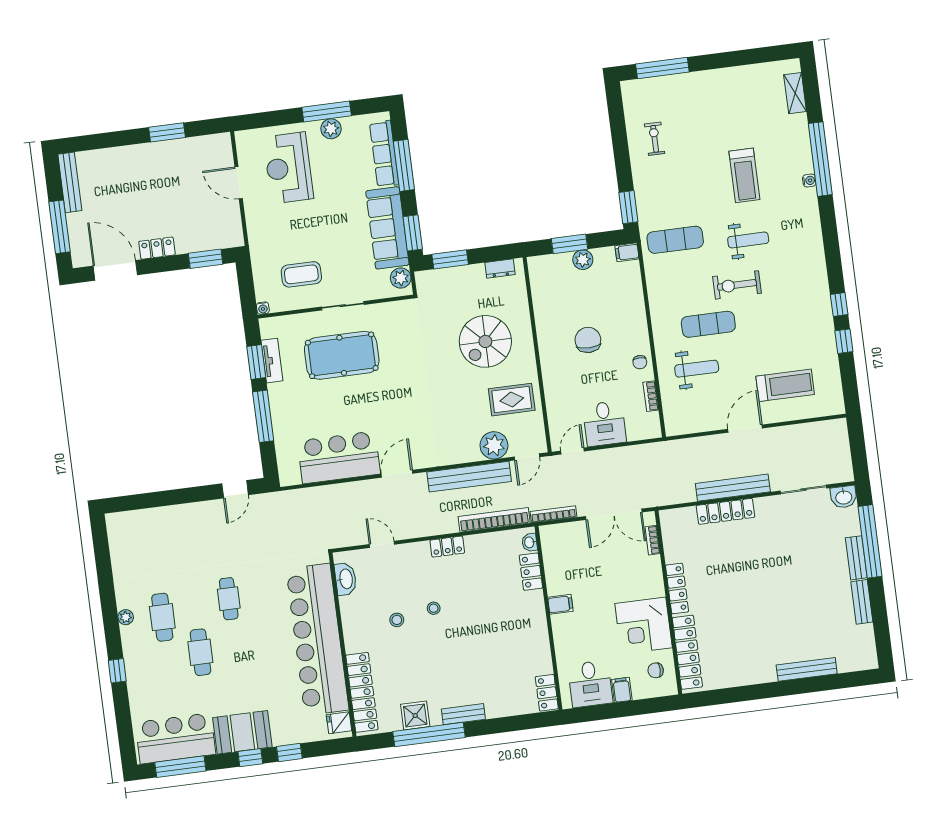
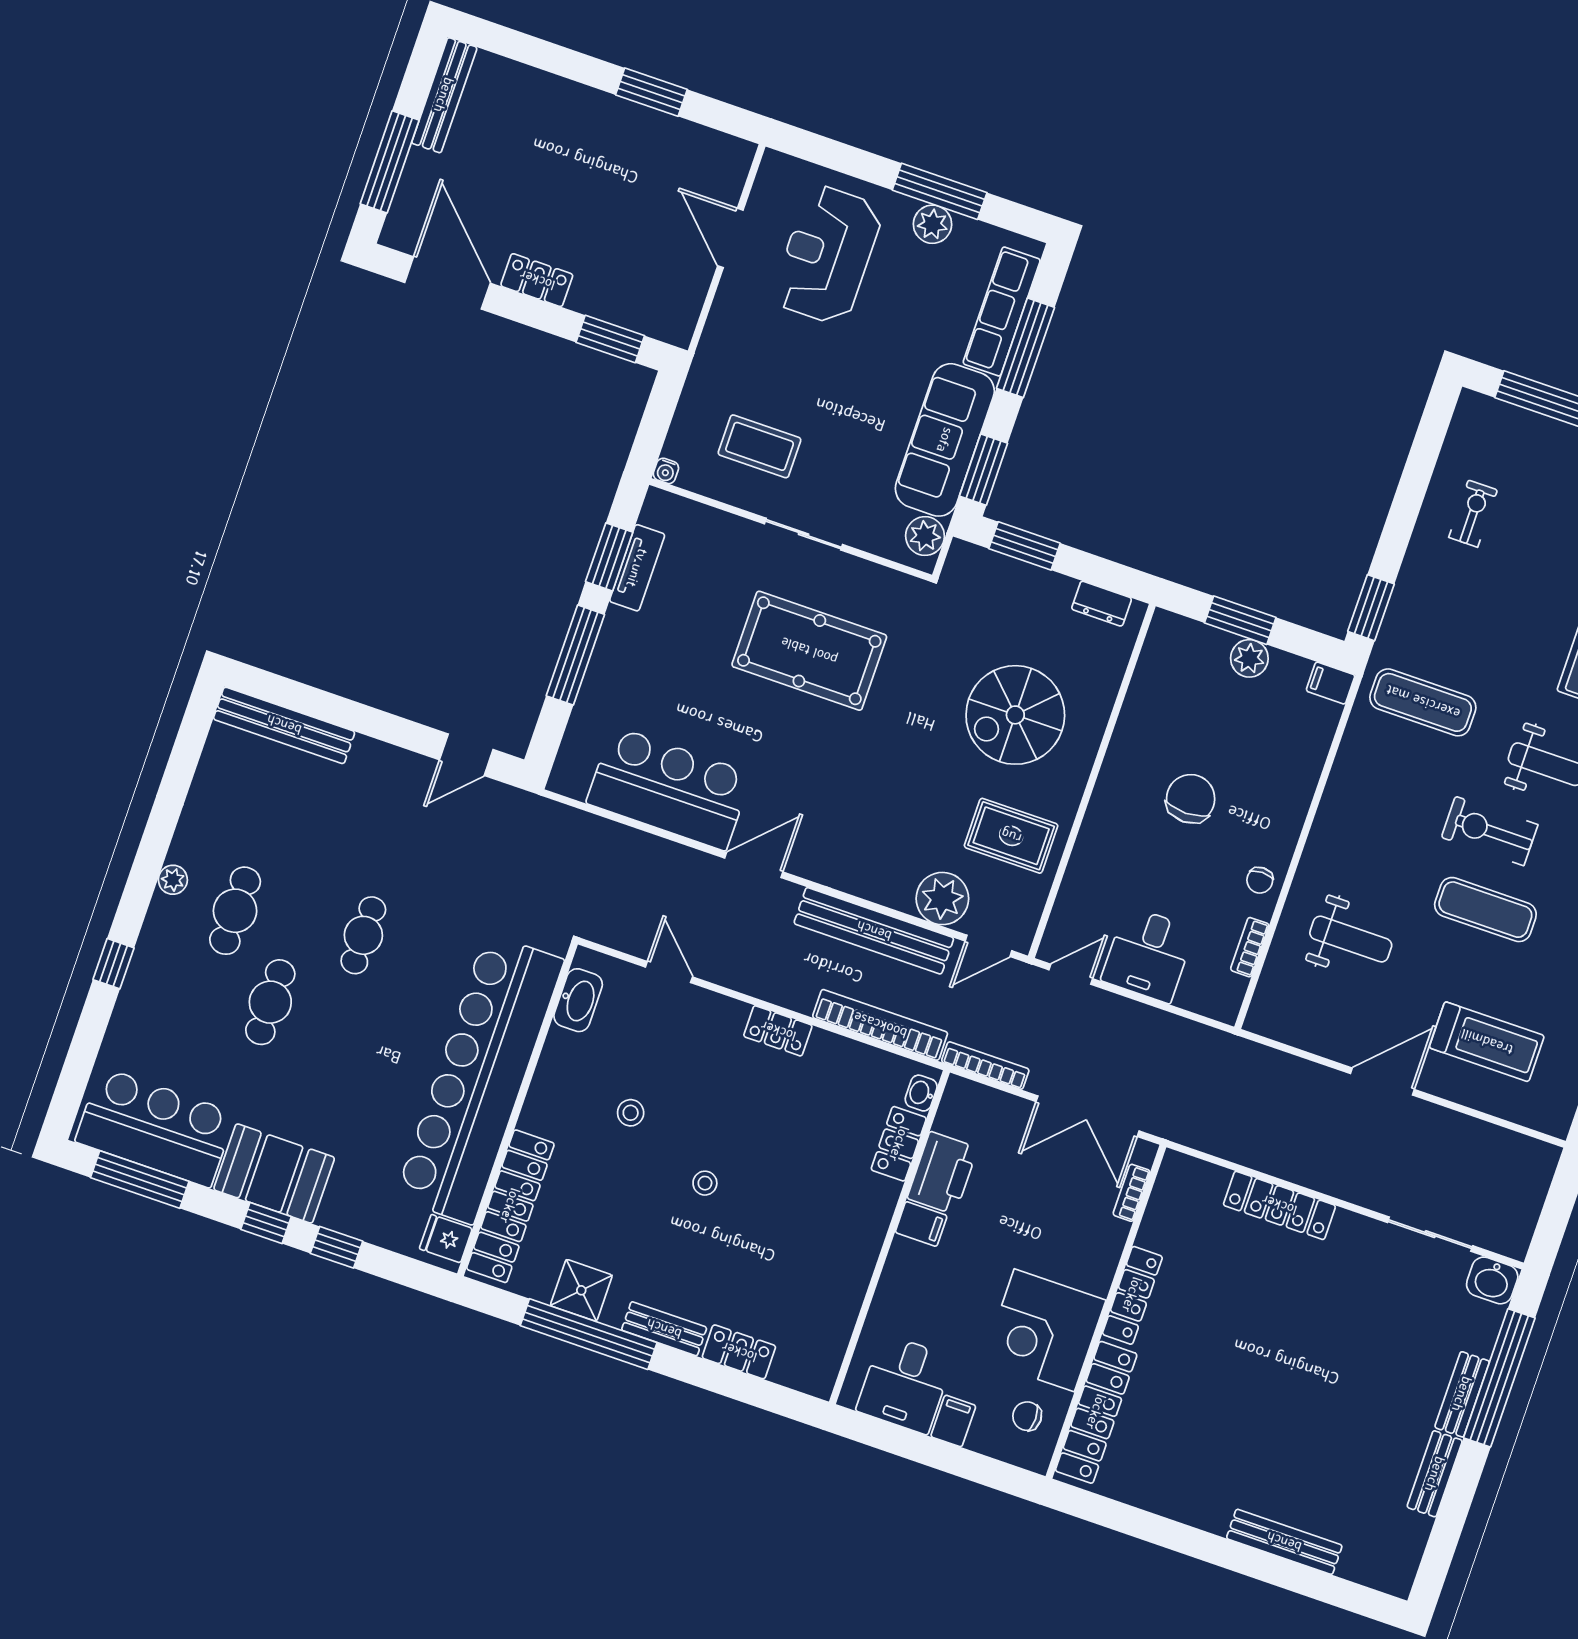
exercise mat: (708, 324) -> (1485, 910), moved
pool table: (342, 355) -> (809, 651), moved
bench: (733, 488) -> (284, 725), moved
printer: (558, 575) -> (942, 1173), added
stool: (434, 608) -> (705, 1183), moved
locker: (547, 693) -> (739, 1352), moved, turned 90

